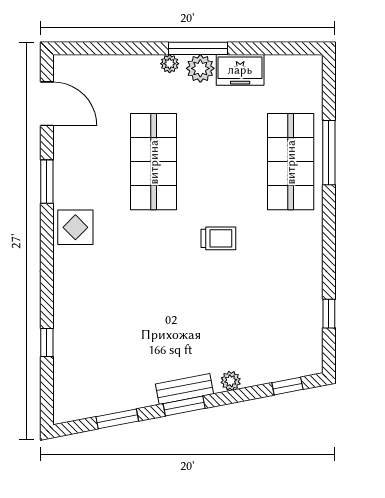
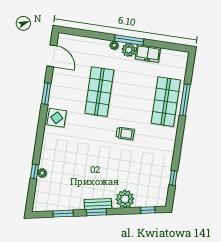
plant: (62, 343) -> (42, 173), added
plant: (231, 381) -> (125, 199), width x1.87, depth x1.87

